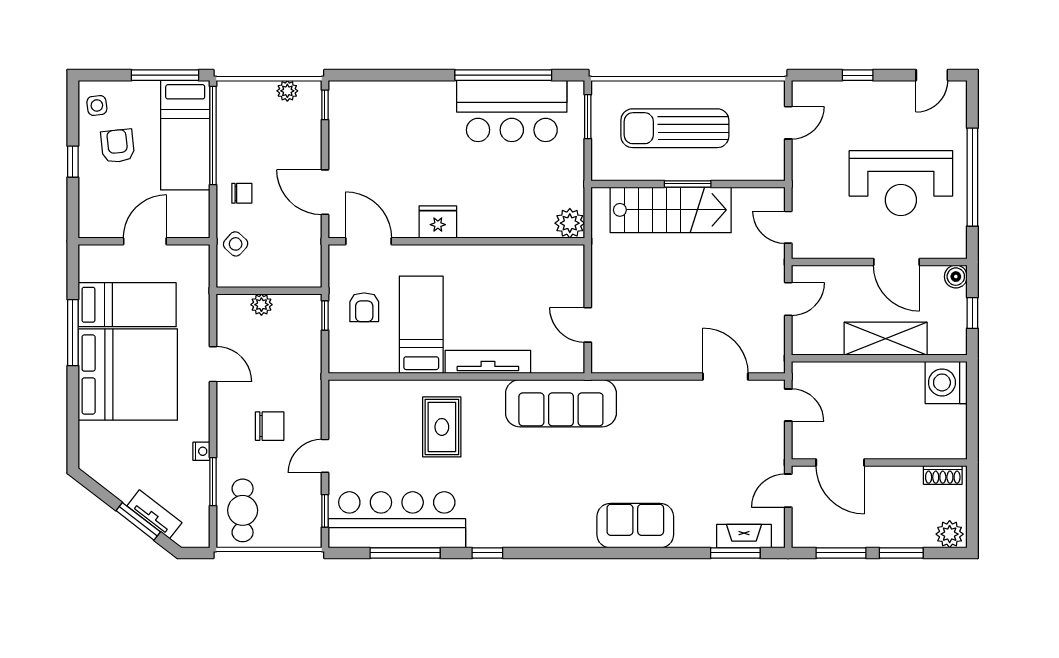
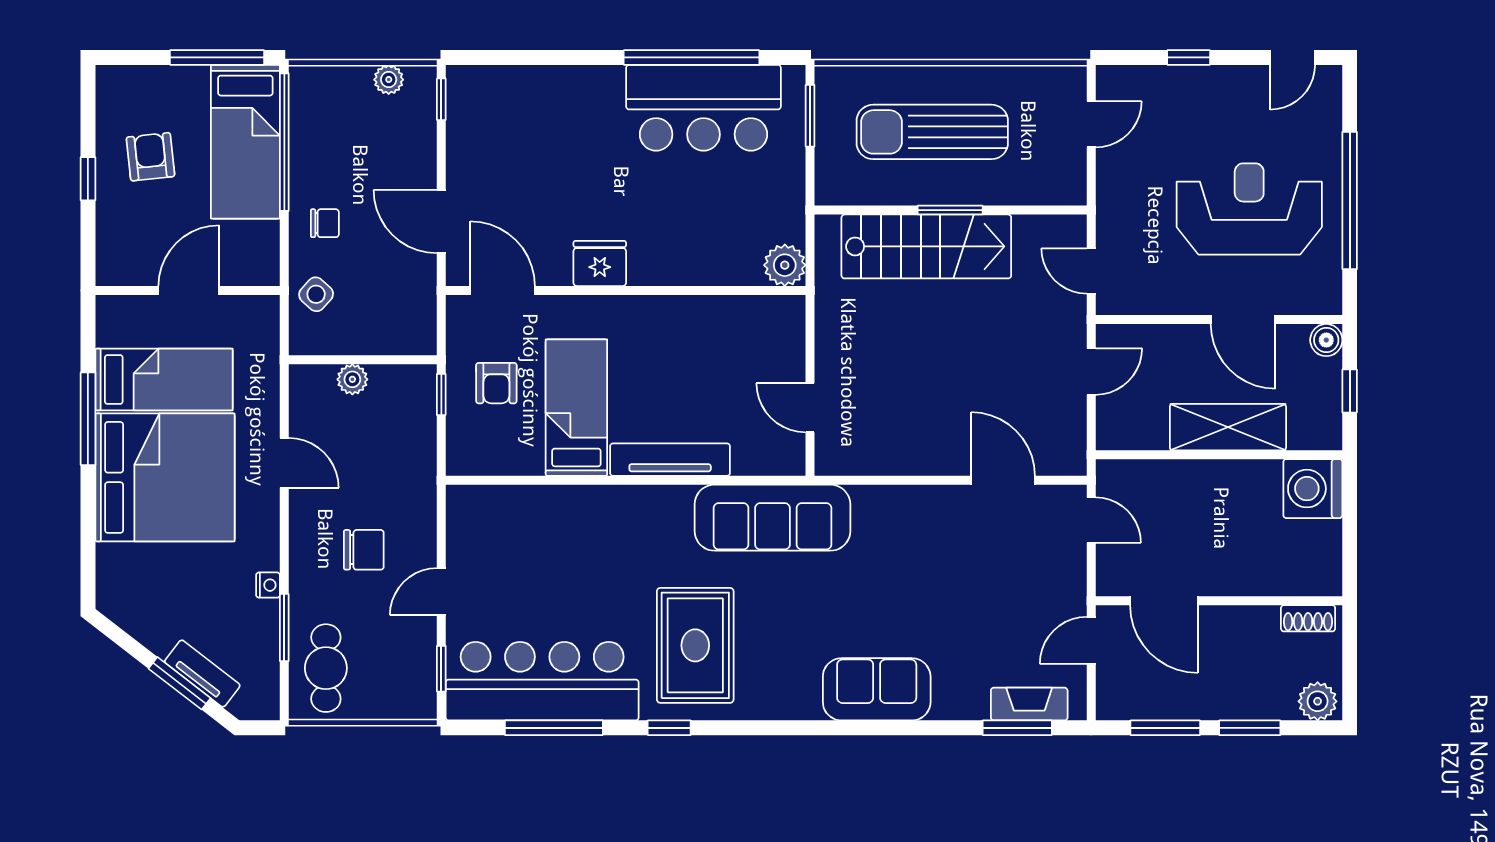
side table: (97, 105) -> (121, 100), removed
reception desk: (901, 183) -> (1249, 209), turned 180
rug: (442, 427) -> (695, 645), moved, width x1.36, depth x1.43

